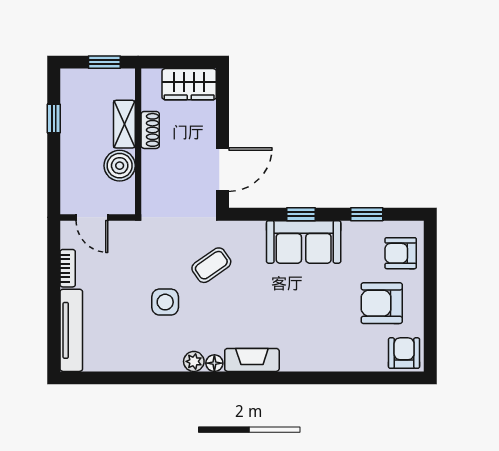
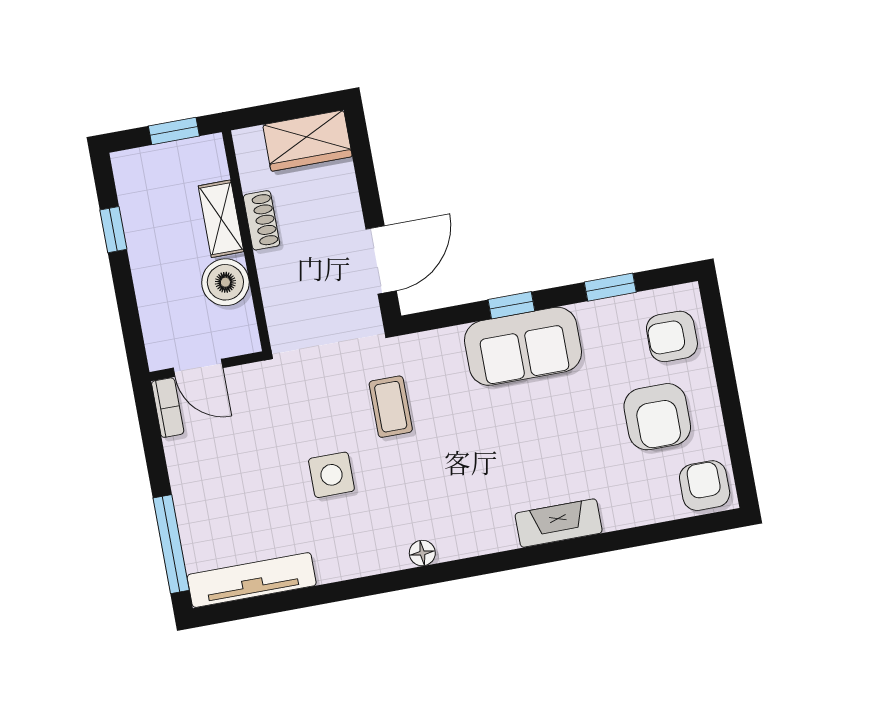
coffee table: (211, 265) -> (391, 407), turned -55
bookcase: (68, 268) -> (168, 408), moved
armchair: (382, 303) -> (657, 417), turned -90
window: (54, 328) -> (171, 544), added
tv unit: (71, 330) -> (252, 580), moved, turned -90
fireplace: (252, 360) -> (559, 523), moved
plant: (194, 361) -> (391, 556), removed

